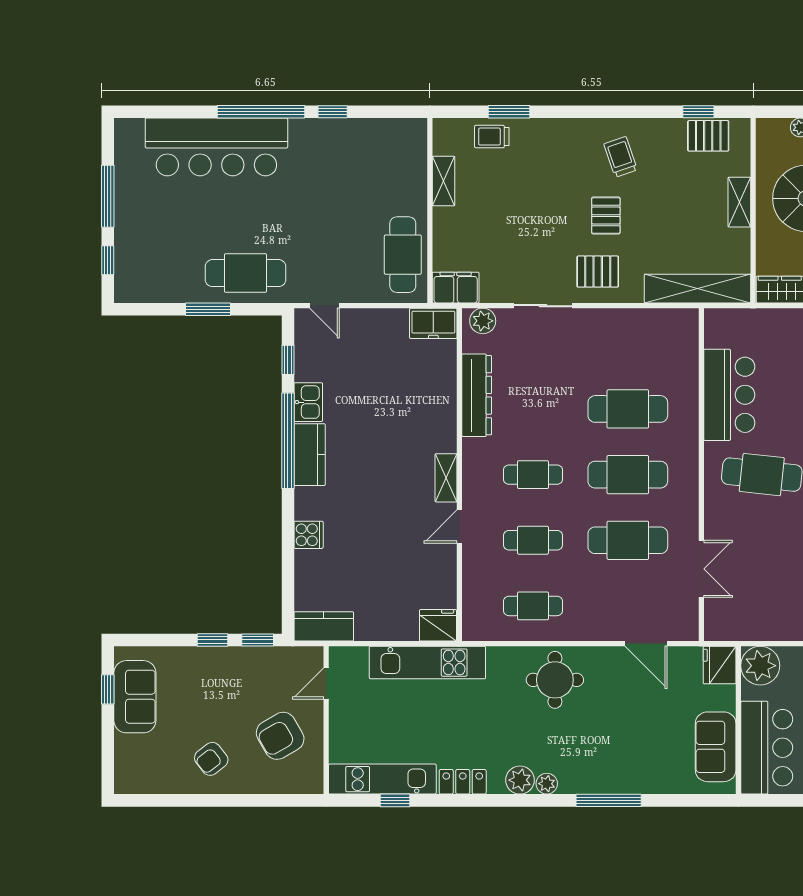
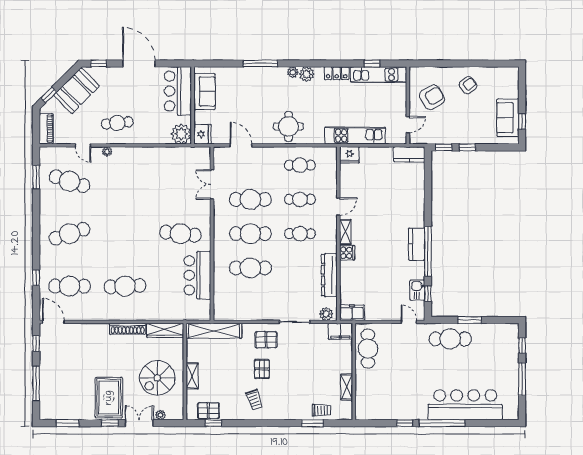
kitchen sink: (308, 402) -> (417, 290), moved
cooker: (309, 535) -> (347, 253), moved, turned 180

